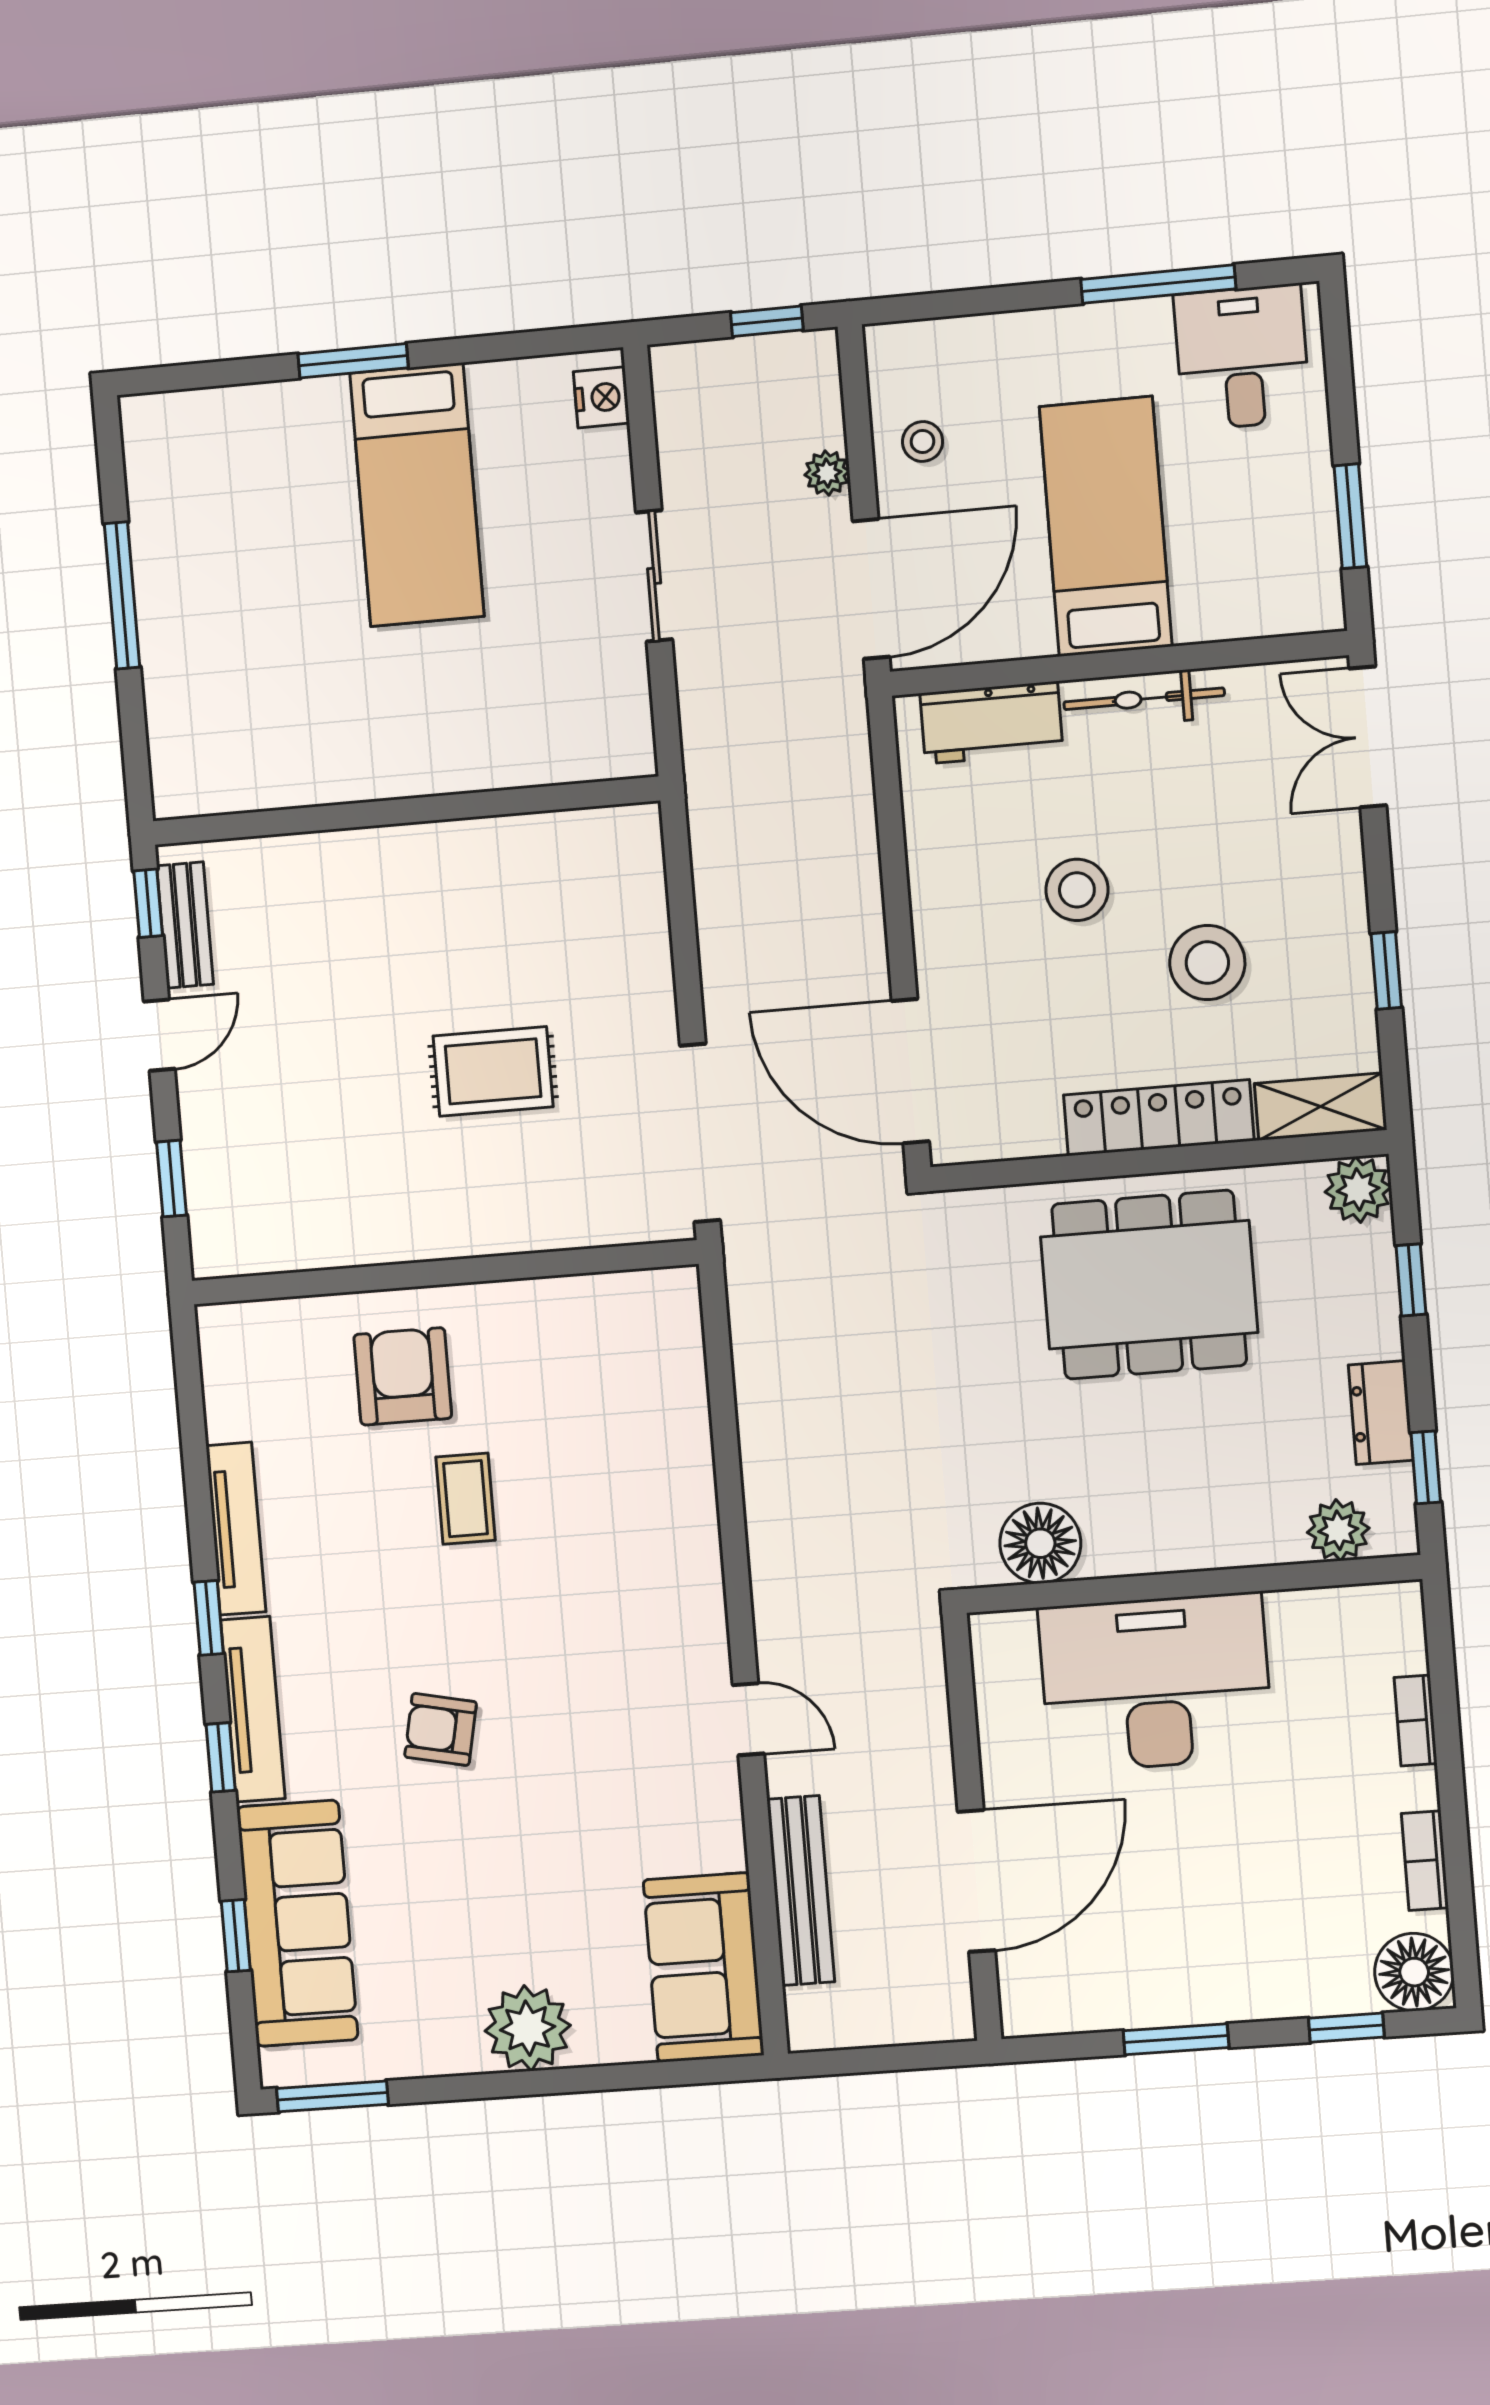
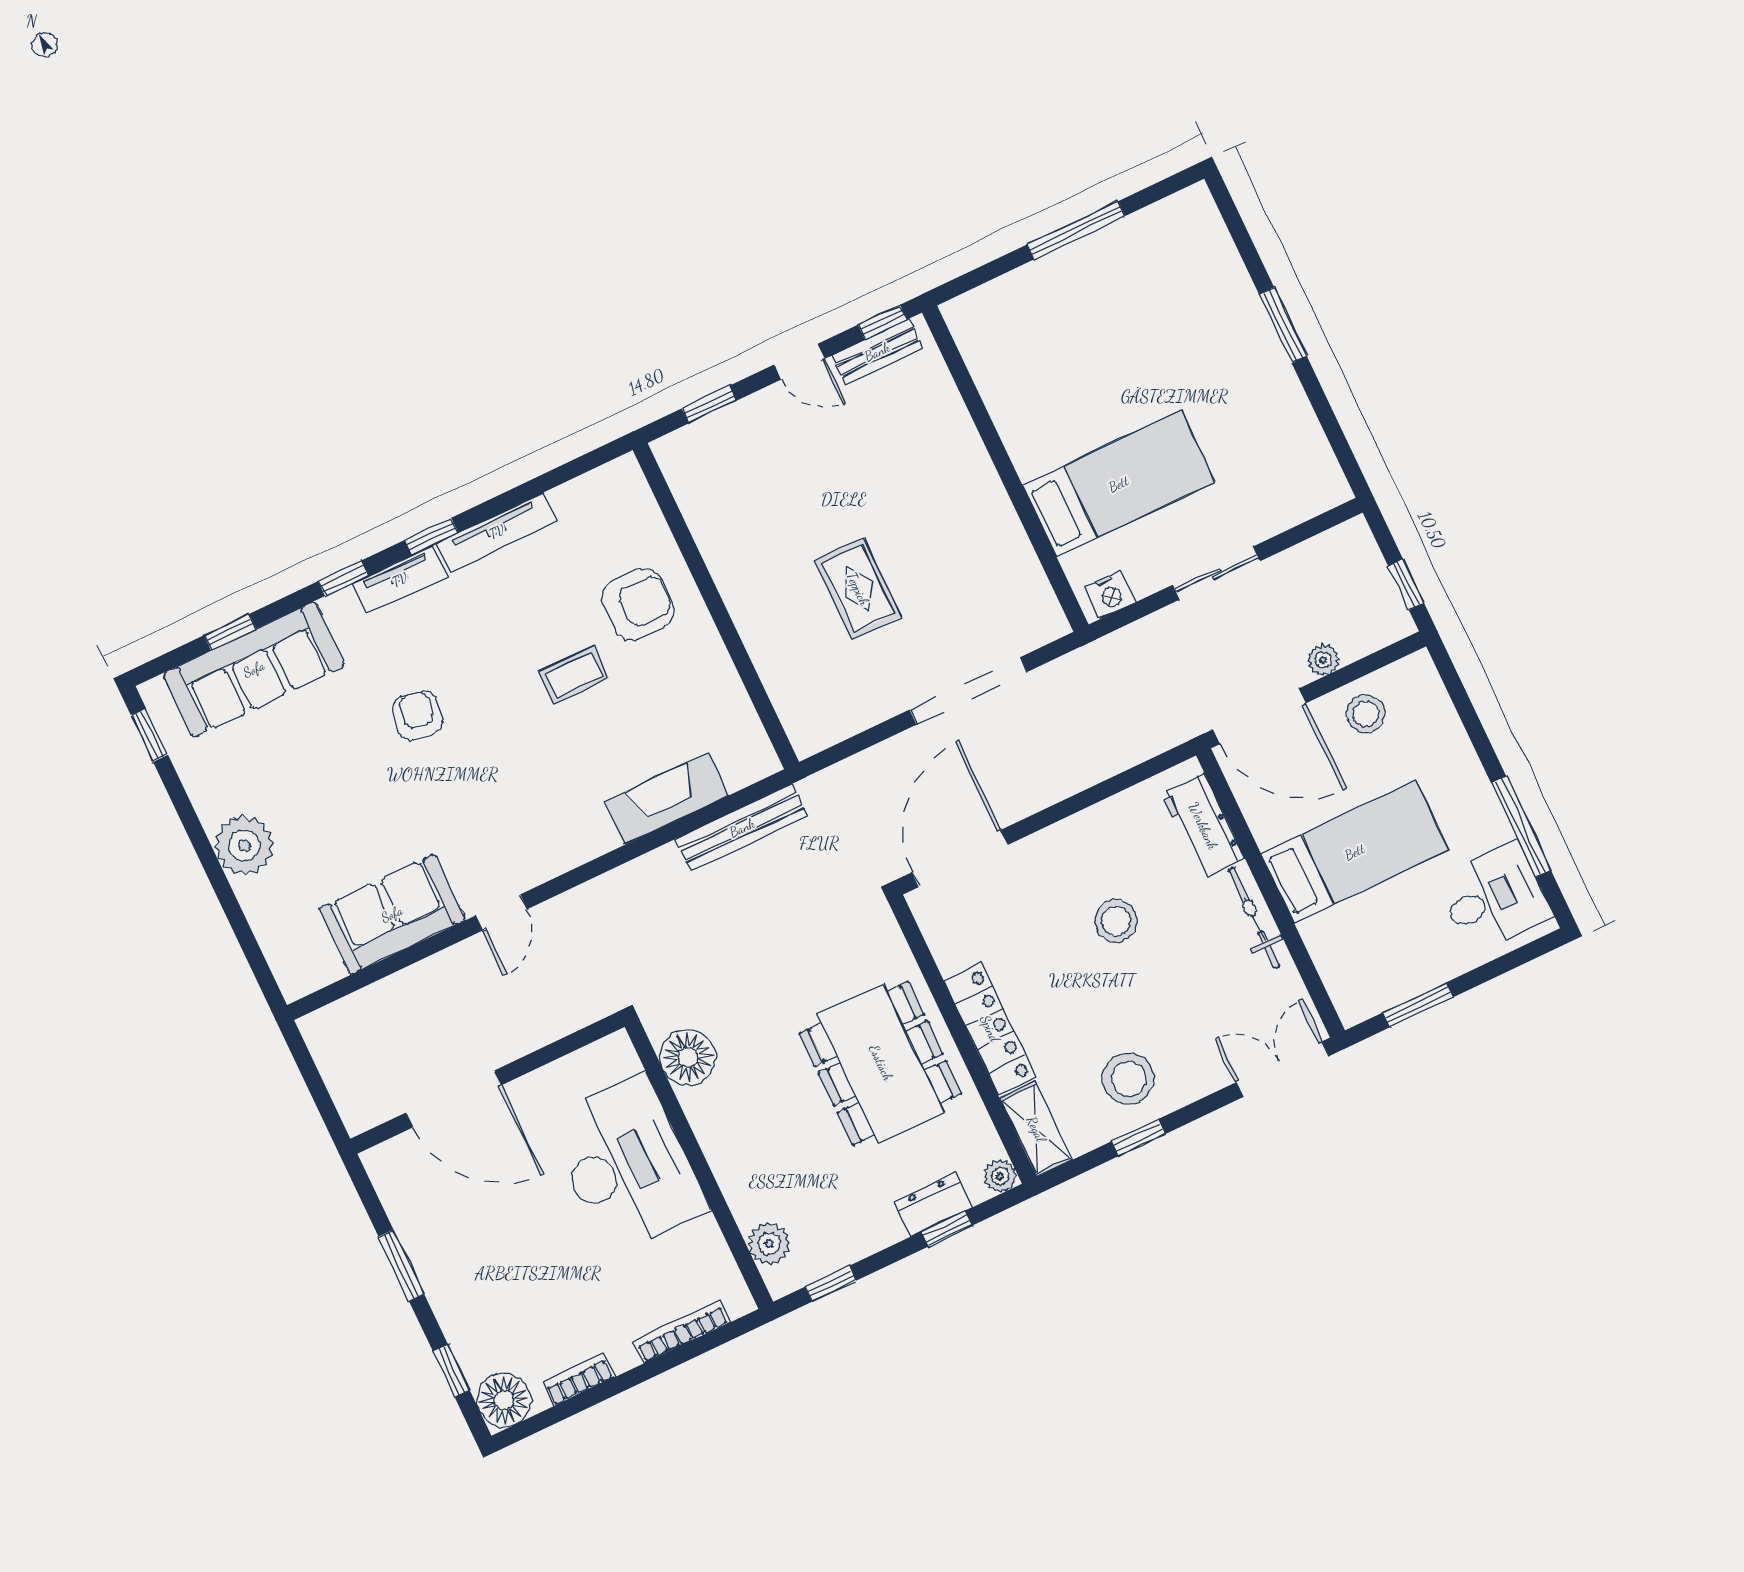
nightstand: (601, 397) -> (1110, 595), moved
stool: (923, 441) -> (1366, 714), width x1.37, depth x1.37
bed: (417, 495) -> (1119, 484), moved, turned 180
stool: (1207, 963) -> (1129, 1079), moved
doorway: (700, 1133) -> (968, 691), moved
plant: (1358, 1190) -> (1000, 1176), width x0.73, depth x0.73
dresser: (1381, 1413) -> (933, 1205), moved
fireplace: (679, 1438) -> (666, 799), added
tv unit: (253, 1709) -> (400, 580), width x0.71
bookcase: (1416, 1721) -> (682, 1332), width x1.56
bench: (801, 1891) -> (742, 828), moved
sofa: (704, 1967) -> (392, 914), moved
window: (332, 2096) -> (149, 735), width x0.67

